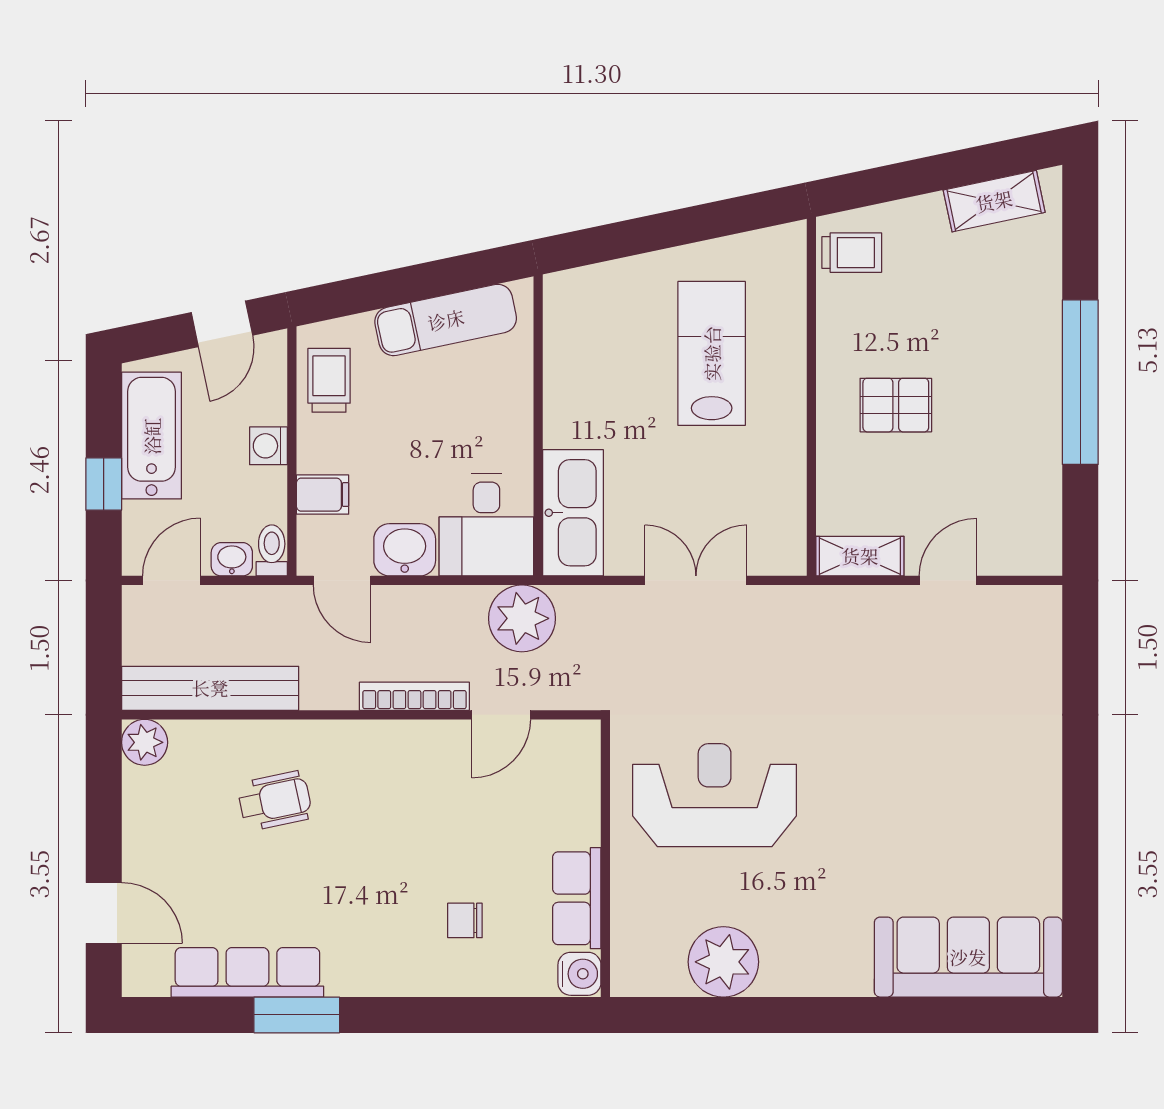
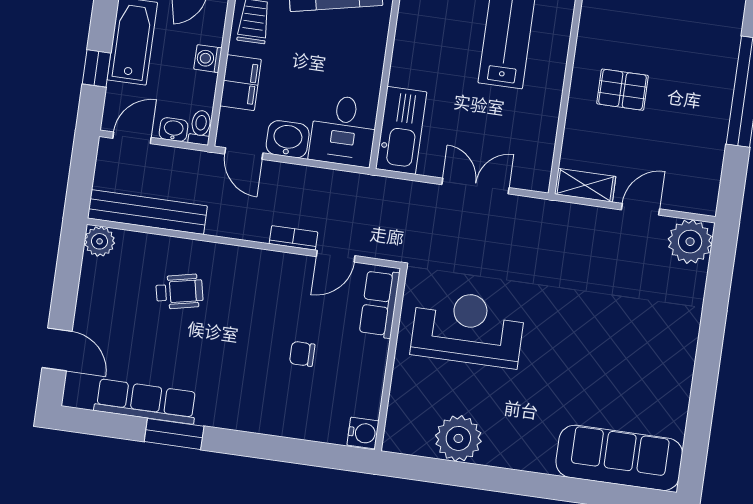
filing cabinet: (322, 495) -> (241, 83), width x2.00
plant: (522, 618) -> (690, 242), moved
bookcase: (414, 696) -> (293, 238), width x0.64
row of seats: (577, 898) -> (379, 304), moved
chair: (465, 920) -> (302, 354), moved

